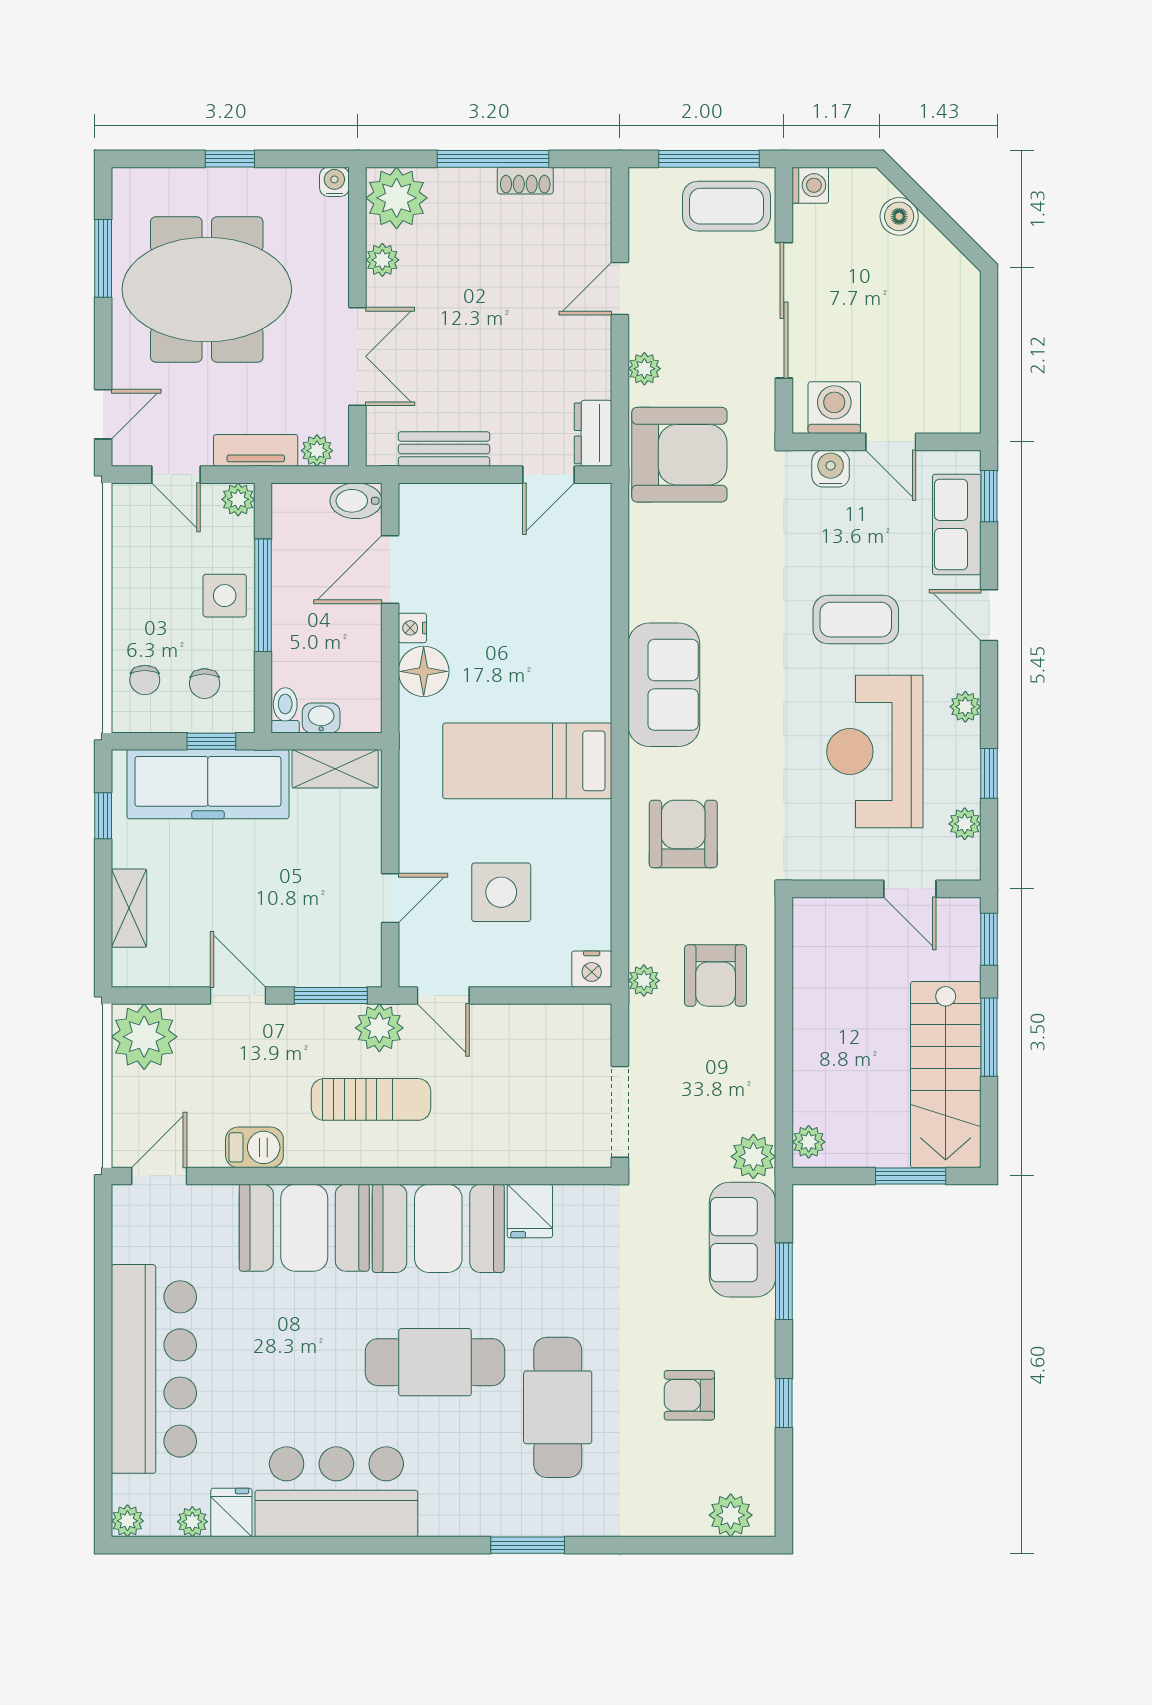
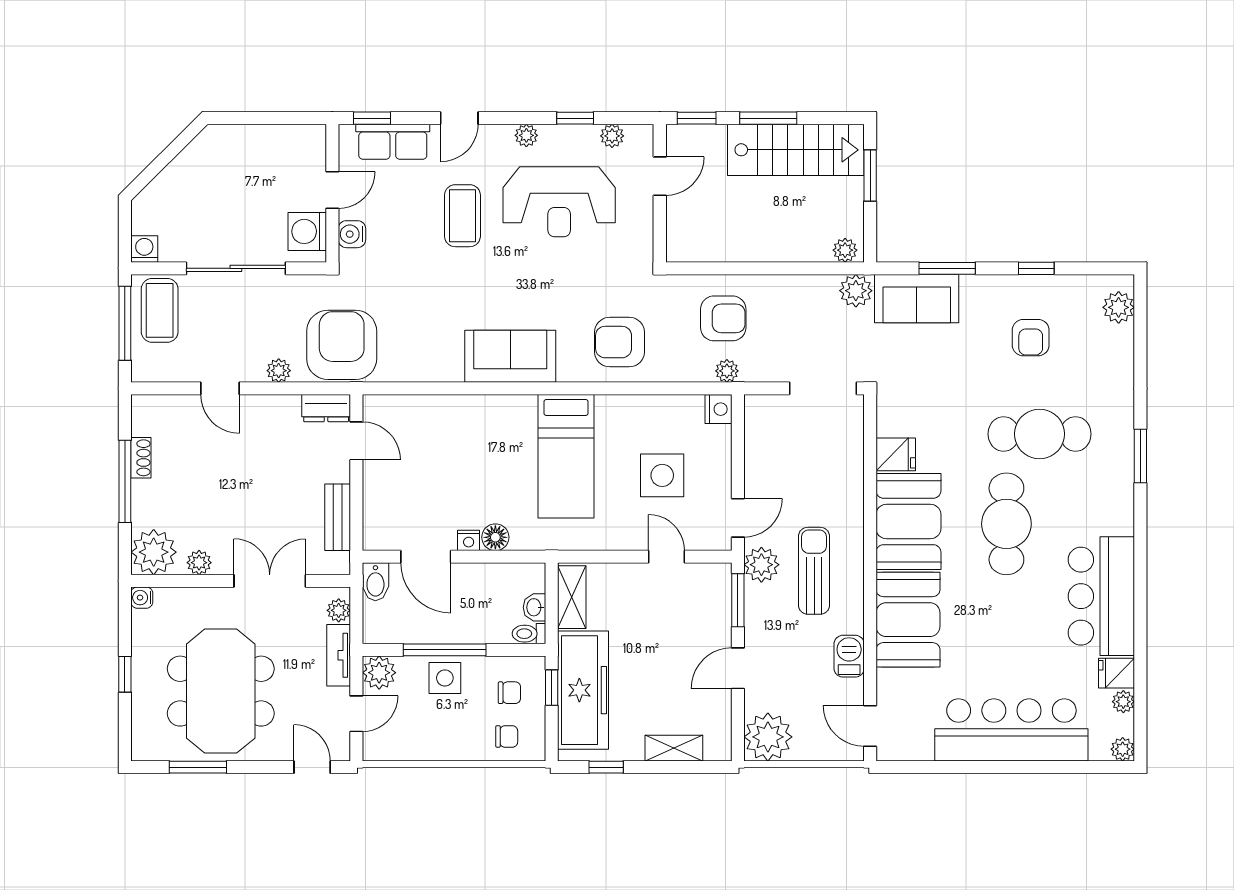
boiler: (899, 216) -> (167, 184), removed
plant: (238, 499) -> (379, 673), width x1.38, depth x1.38
floor lamp: (424, 671) -> (495, 537), width x0.73, depth x0.73

